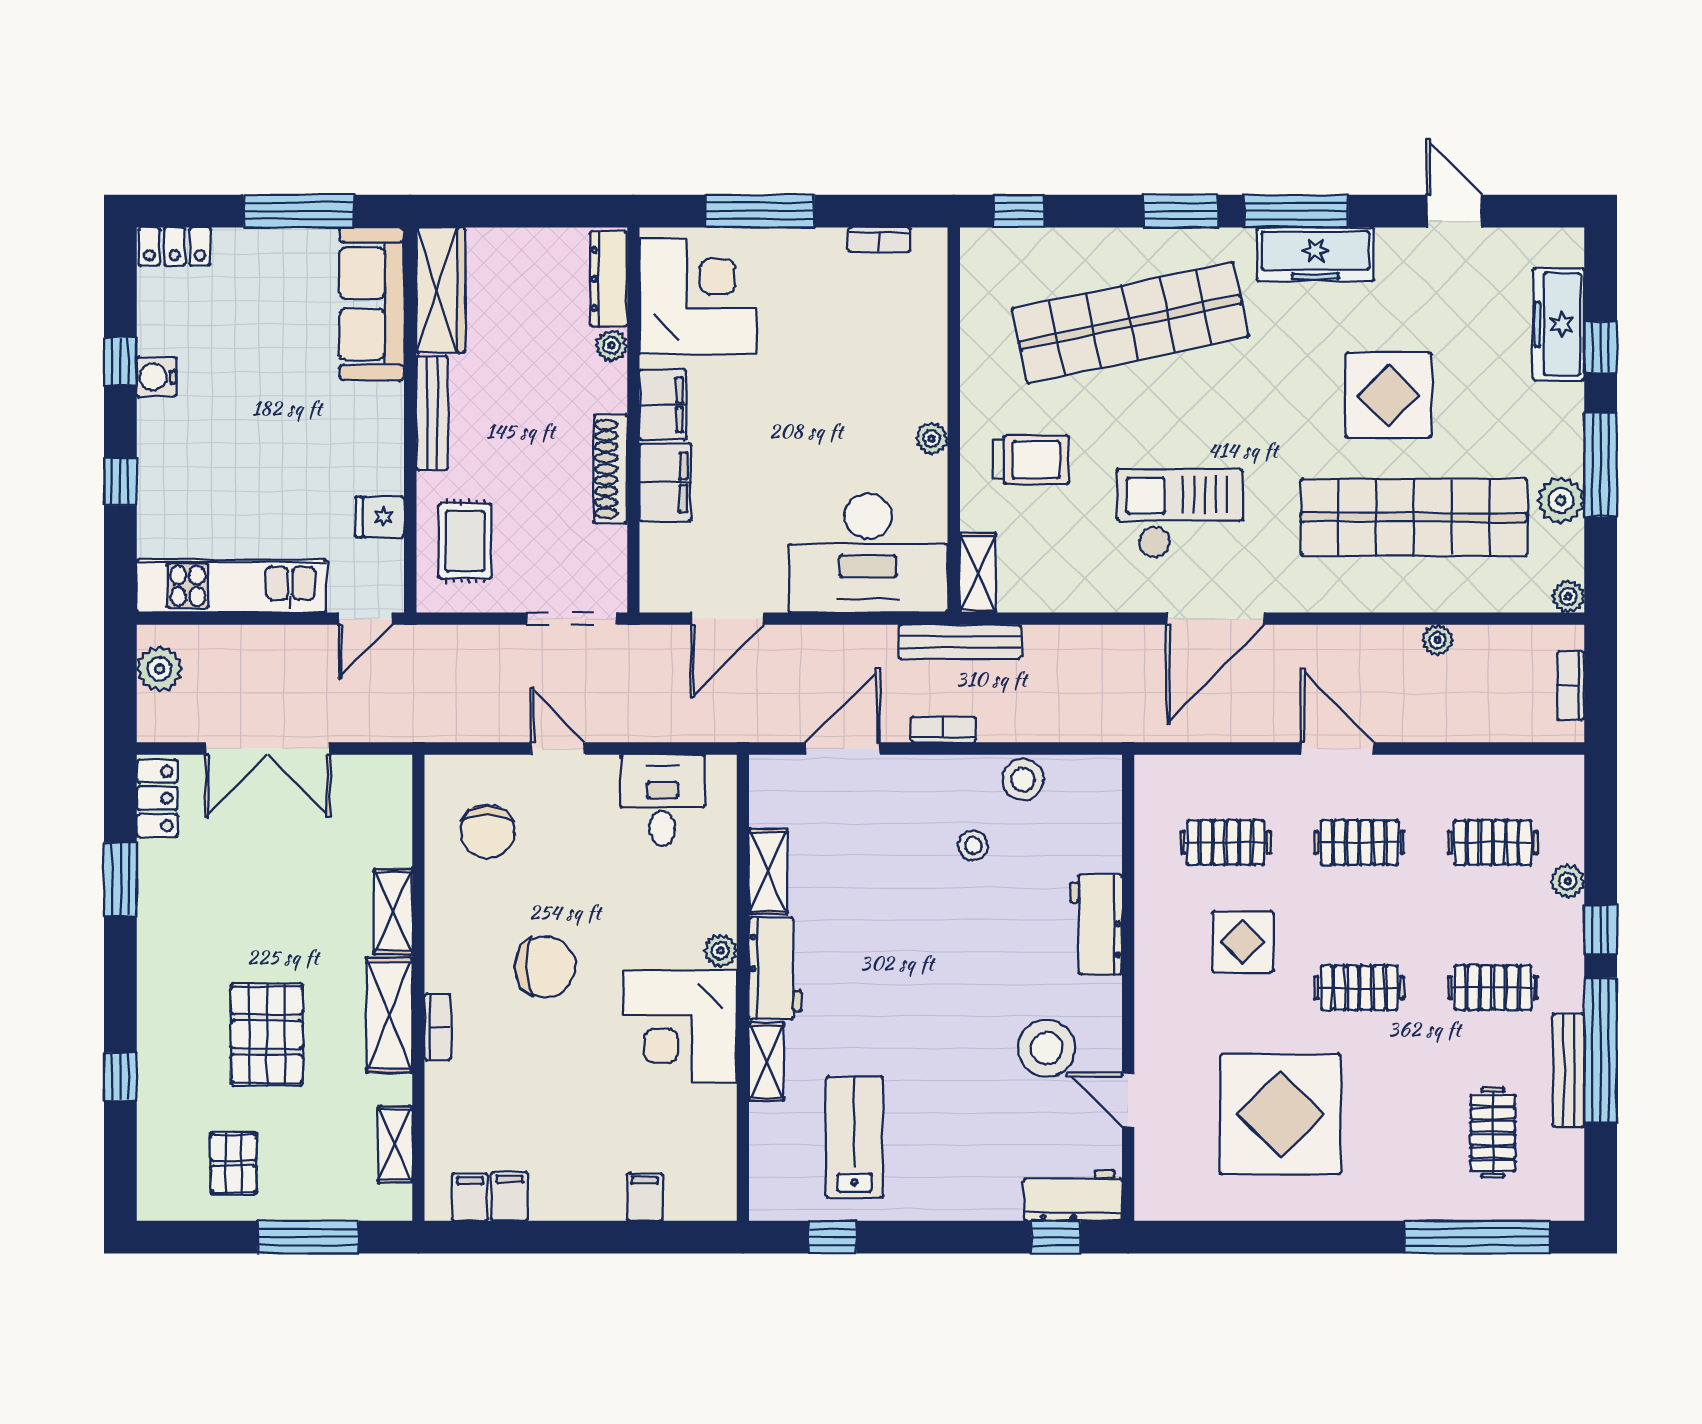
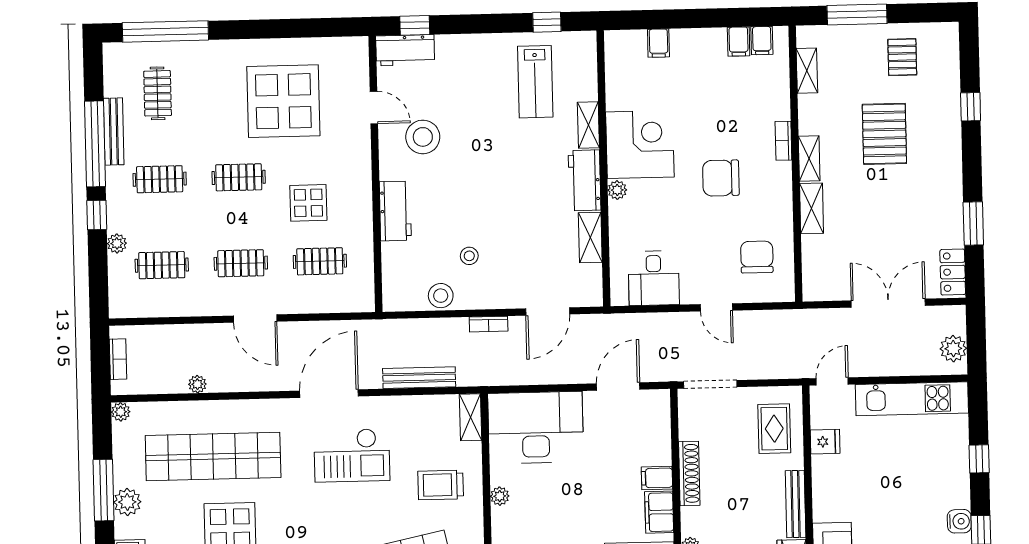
filing cabinet: (665, 482) -> (657, 478), width x0.50
plant: (1561, 500) -> (127, 502), moved
bench: (960, 642) -> (419, 378), moved
shelving: (389, 1015) -> (809, 159), width x0.67, depth x0.75

